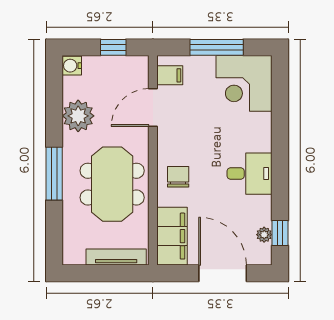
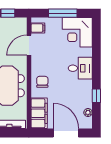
desk: (250, 174) -> (80, 68), moved
window: (280, 233) -> (96, 96), moved

